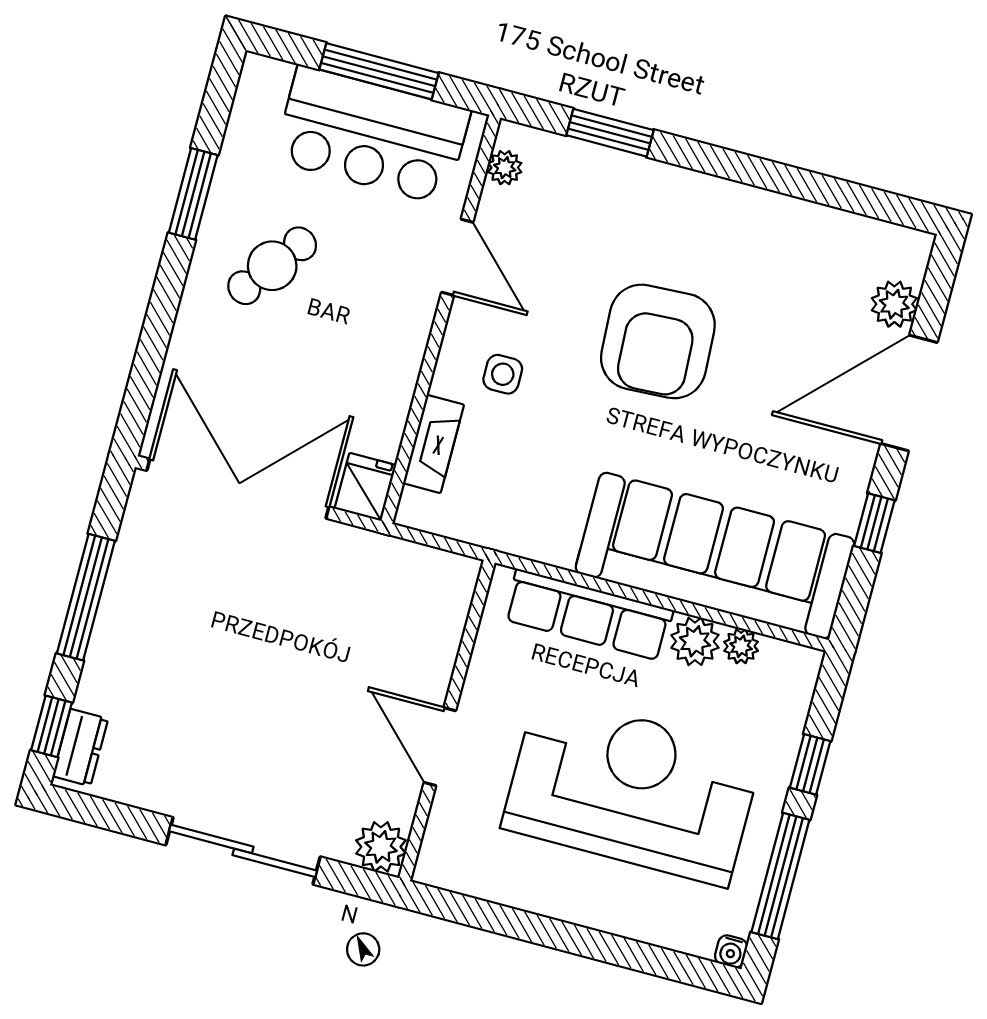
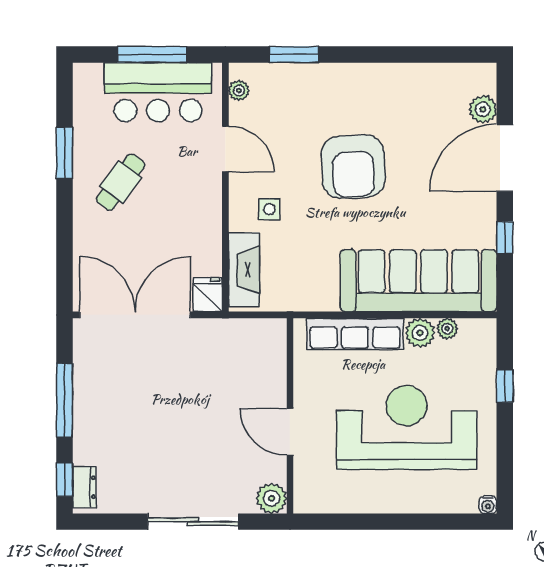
fireplace: (434, 444) -> (244, 270), width x1.37, depth x1.32
window: (780, 876) -> (505, 454), removed

